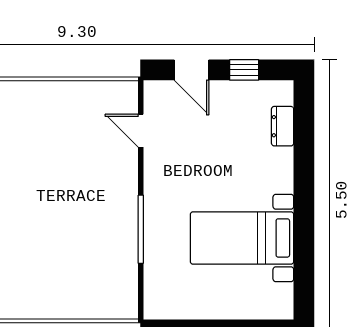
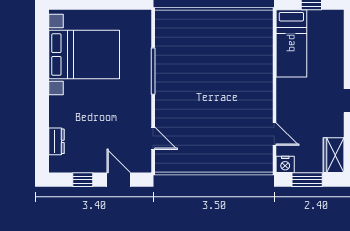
bed with nightstands: (242, 238) -> (84, 55), width x1.36

